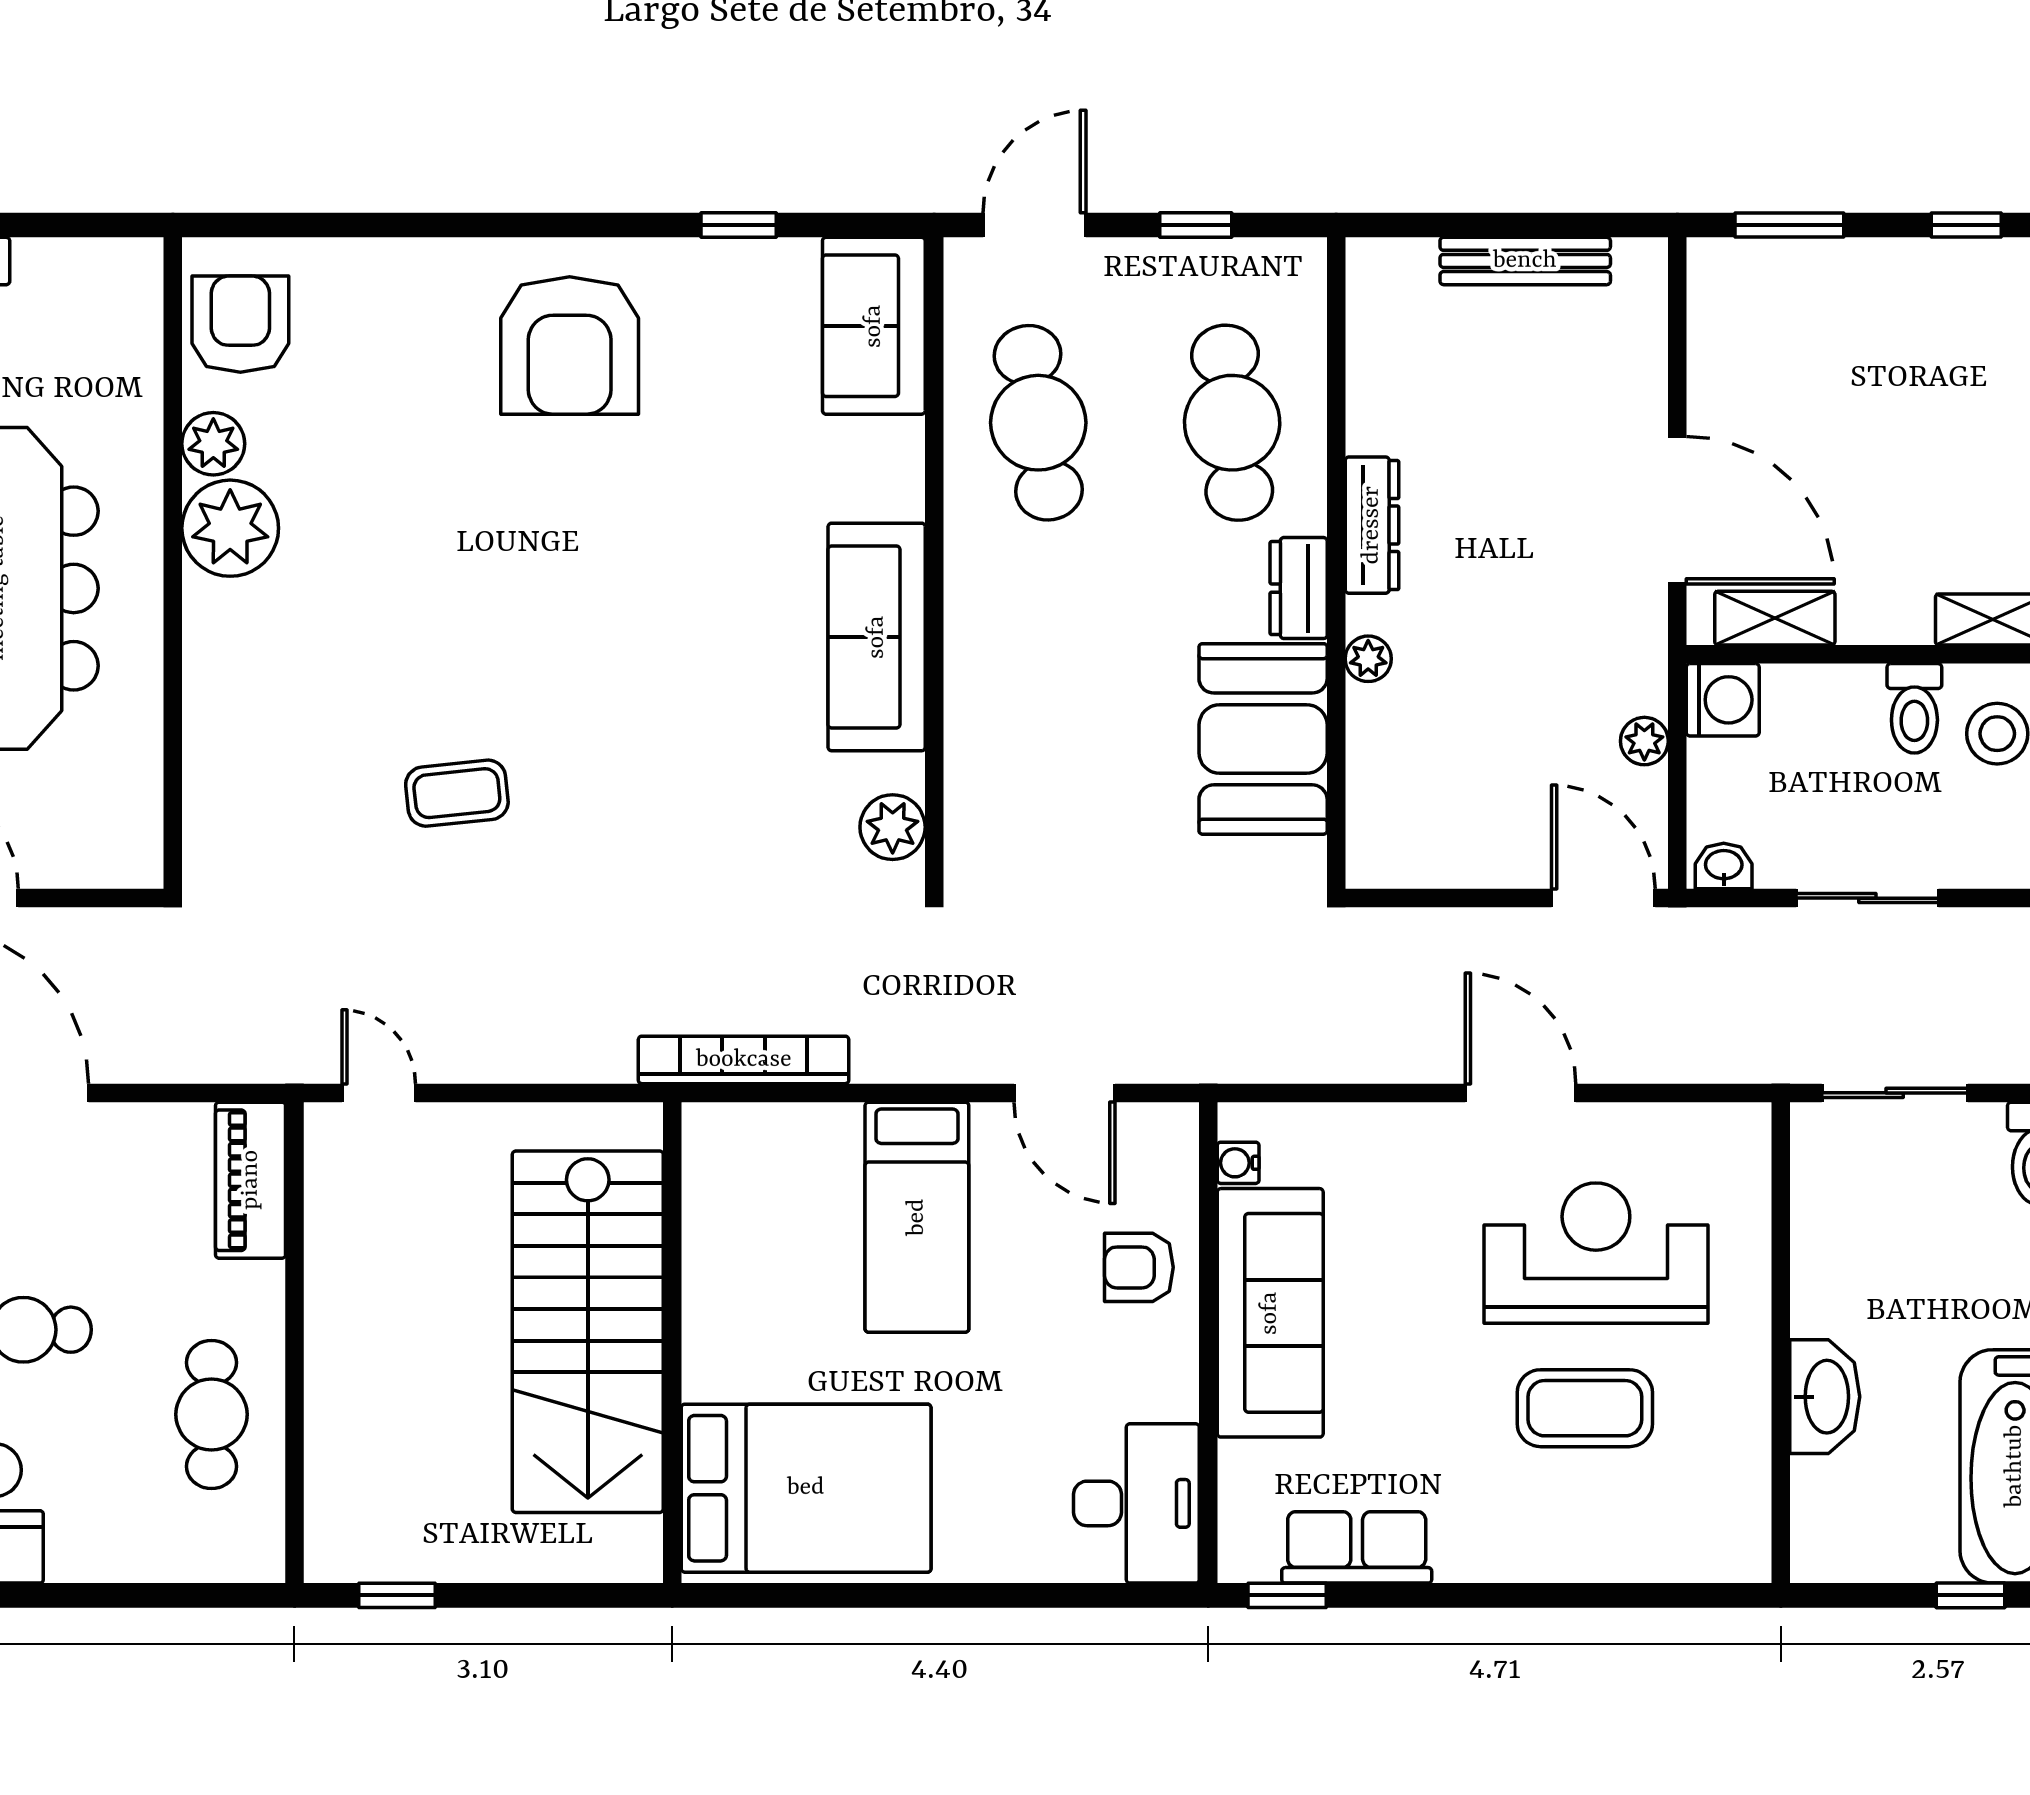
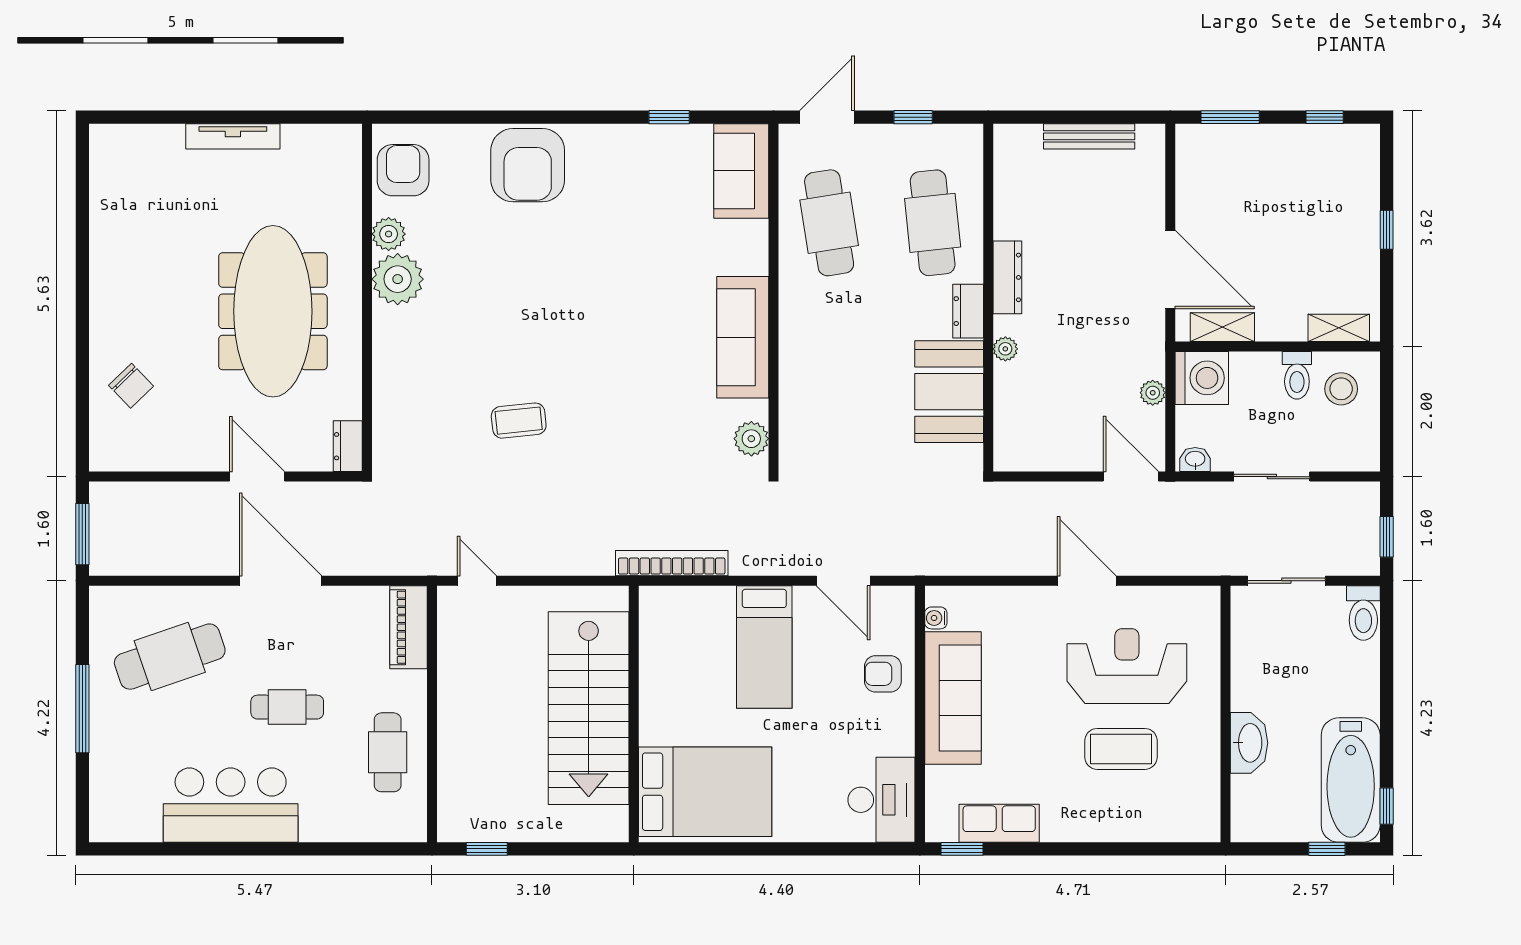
armchair: (570, 345) -> (528, 165), moved
washing machine: (1723, 700) -> (1202, 378), width x1.37, depth x1.37
dresser: (137, 841) -> (348, 446), added

